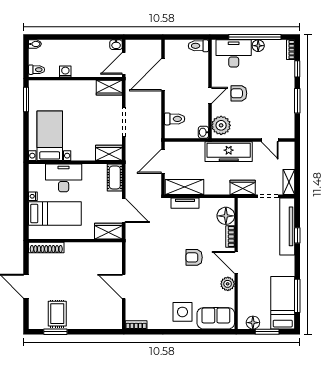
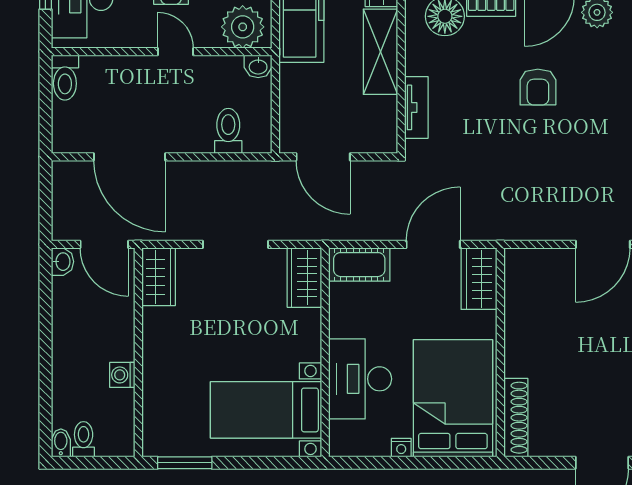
toilet: (37, 70) -> (84, 439), moved
shelving: (184, 187) -> (380, 52), moved
bed: (55, 214) -> (453, 398), width x1.50

